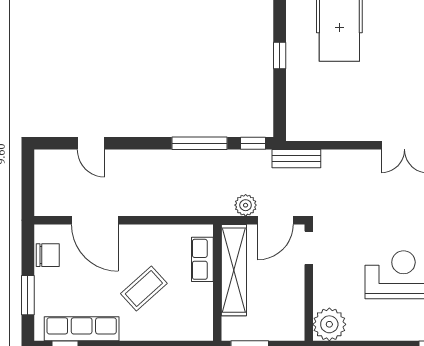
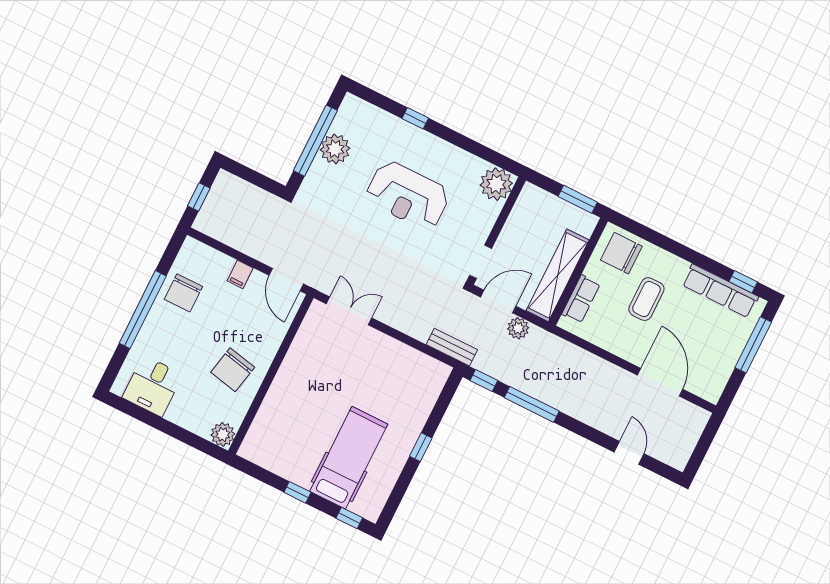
chair: (48, 255) -> (621, 253), moved, width x1.37, depth x1.37
coffee table: (144, 288) -> (646, 299), turned -48
window: (28, 295) -> (753, 345), width x1.44

